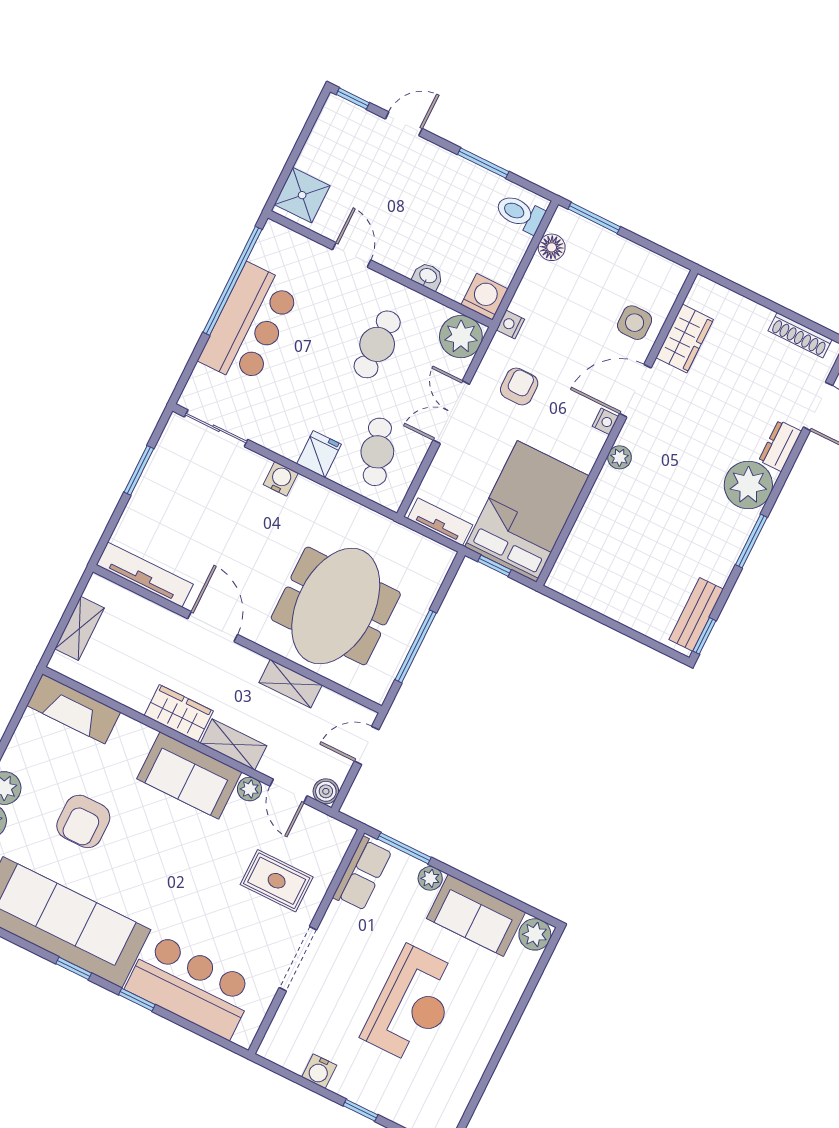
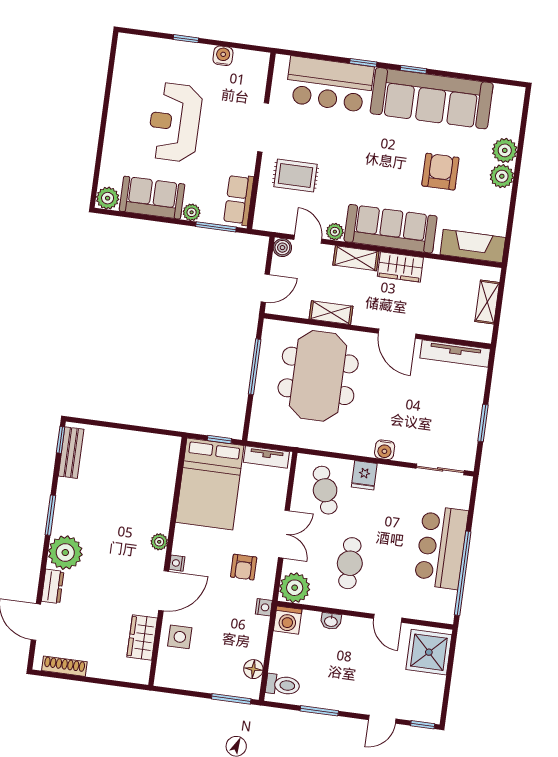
shower: (302, 195) -> (429, 652), width x1.36, depth x1.36
sofa: (189, 775) -> (391, 229), width x1.36

